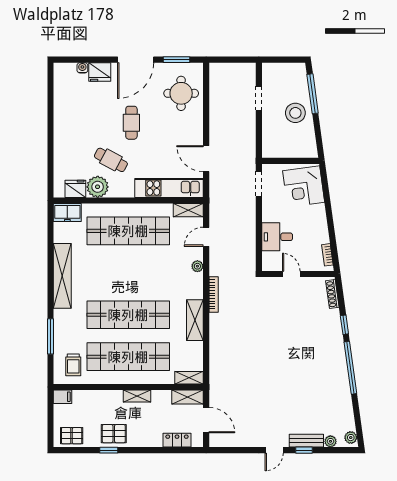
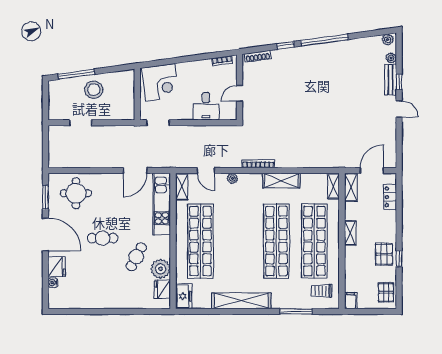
trolley: (73, 365) -> (322, 291), turned 180

